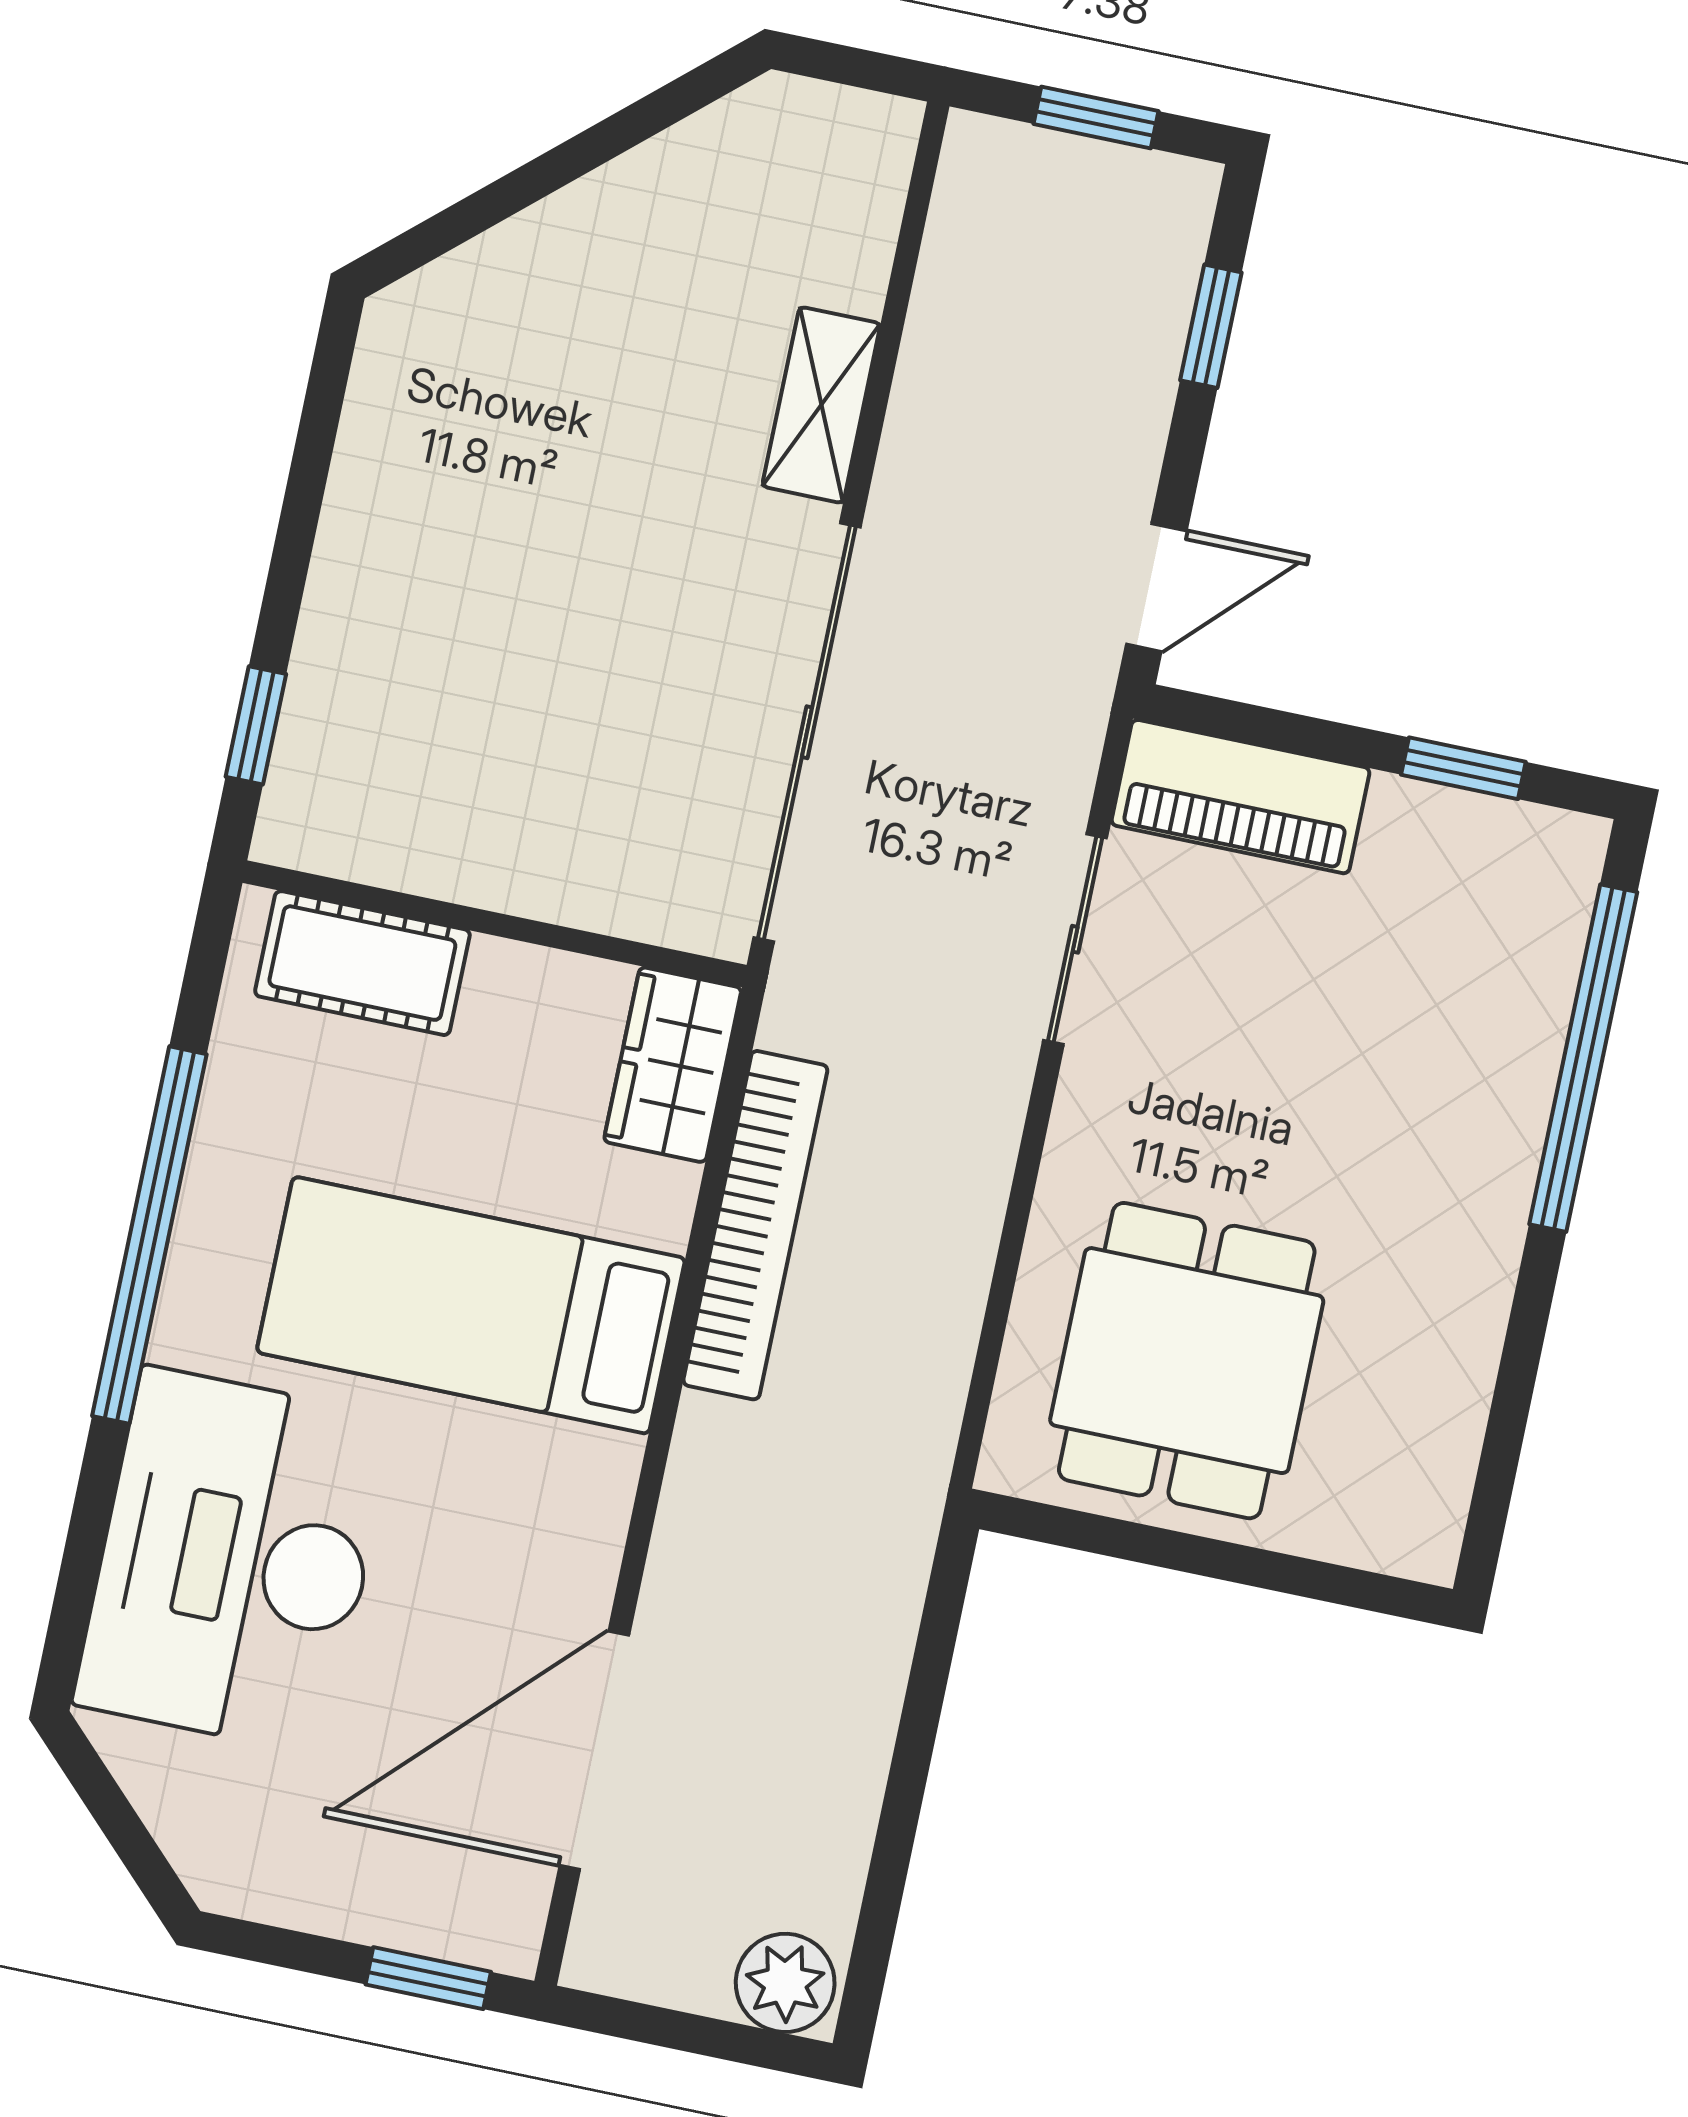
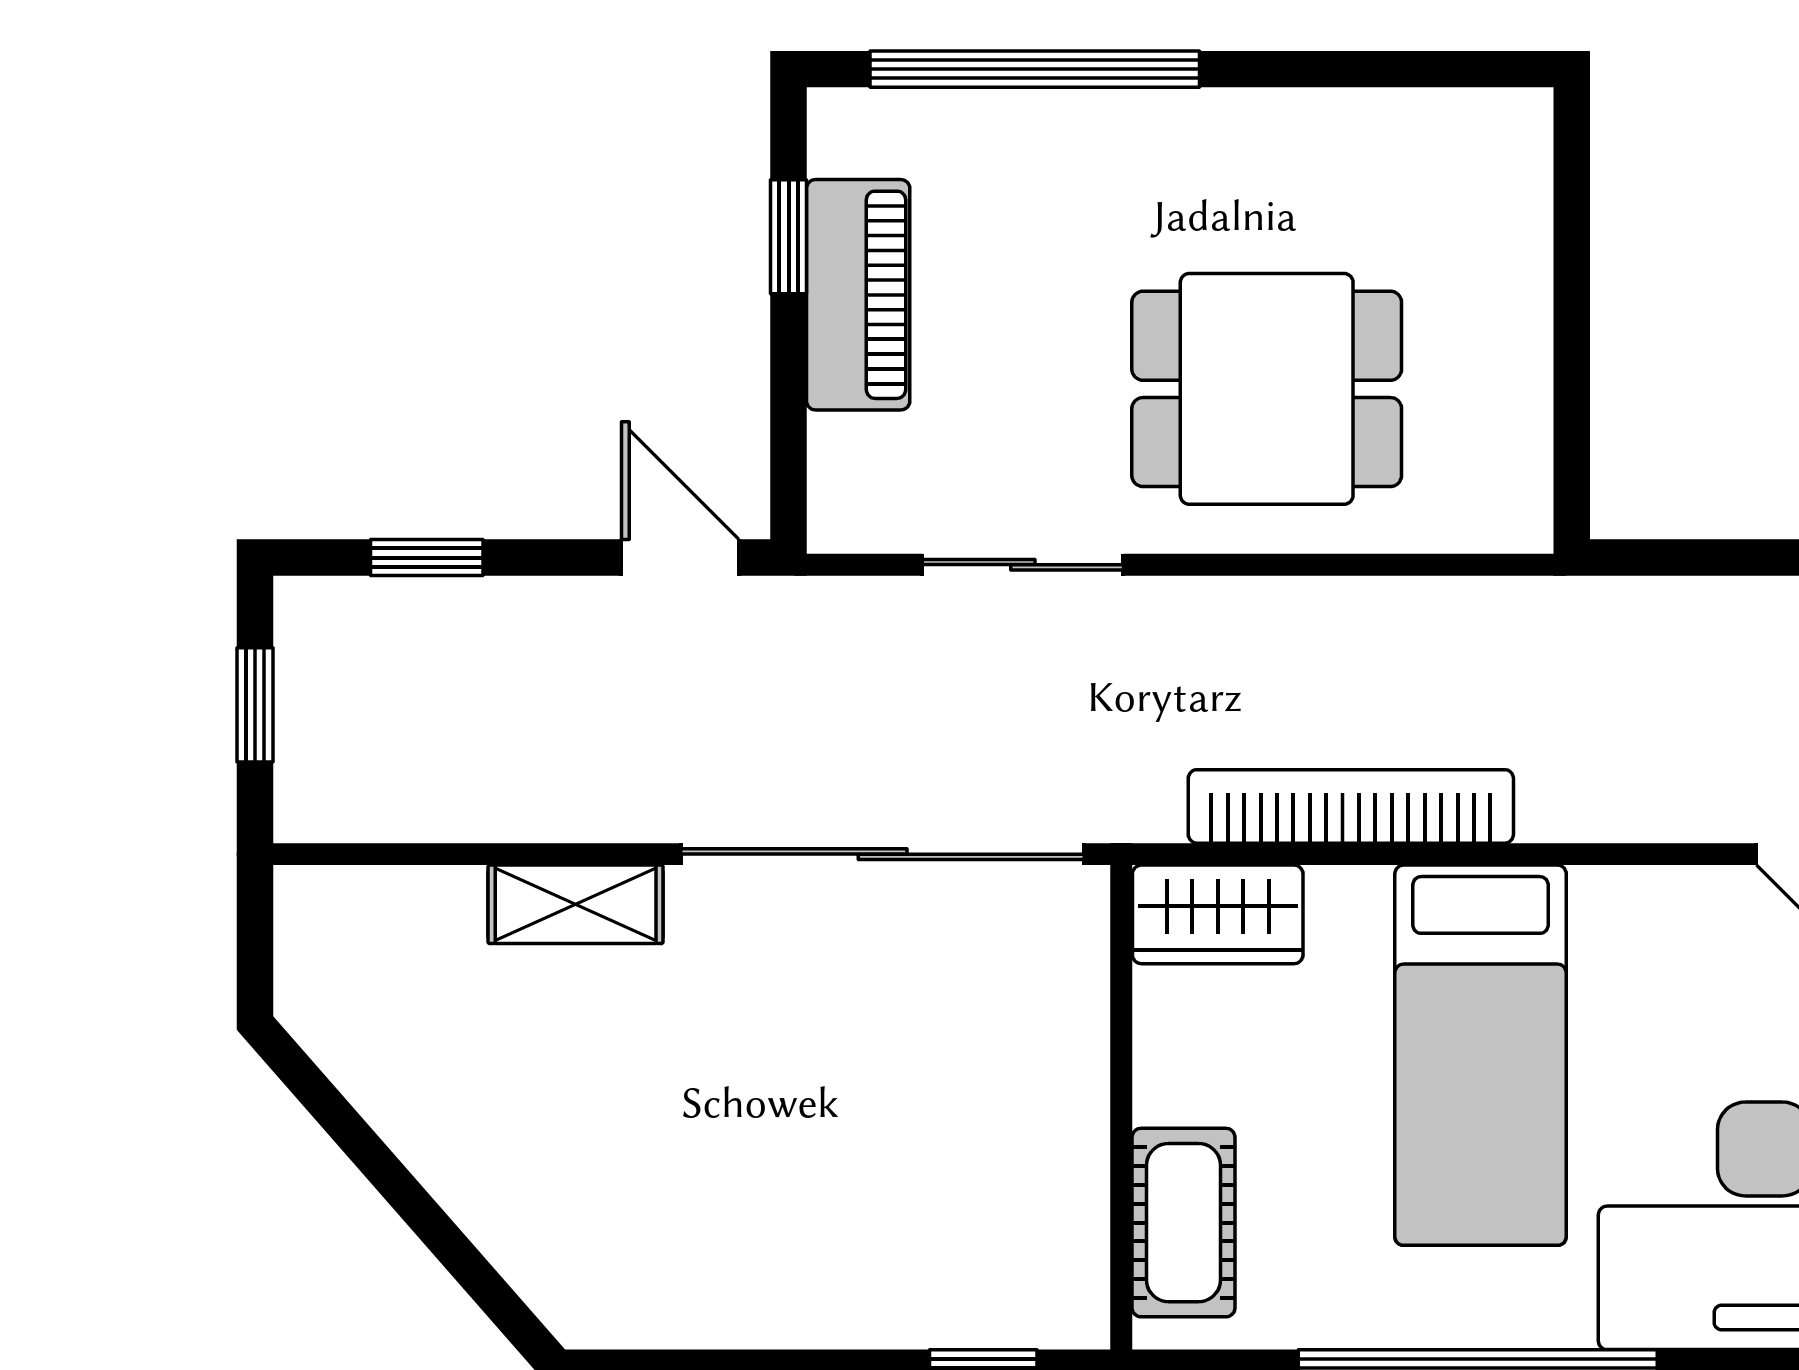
piano: (1241, 797) -> (858, 295), moved
dining table: (1187, 1361) -> (1267, 389), moved

